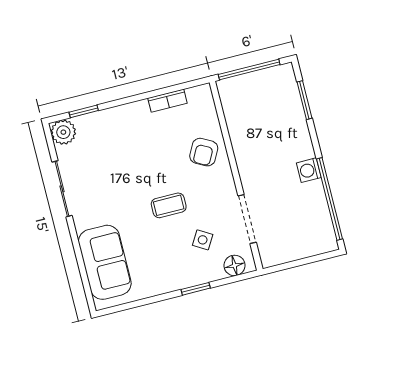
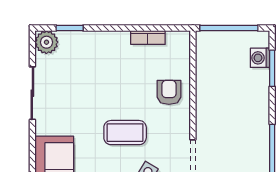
armchair: (204, 152) -> (169, 92), turned 152
washing machine: (309, 170) -> (260, 58), moved
coffee table: (169, 205) -> (125, 133), width x1.36, depth x1.30

